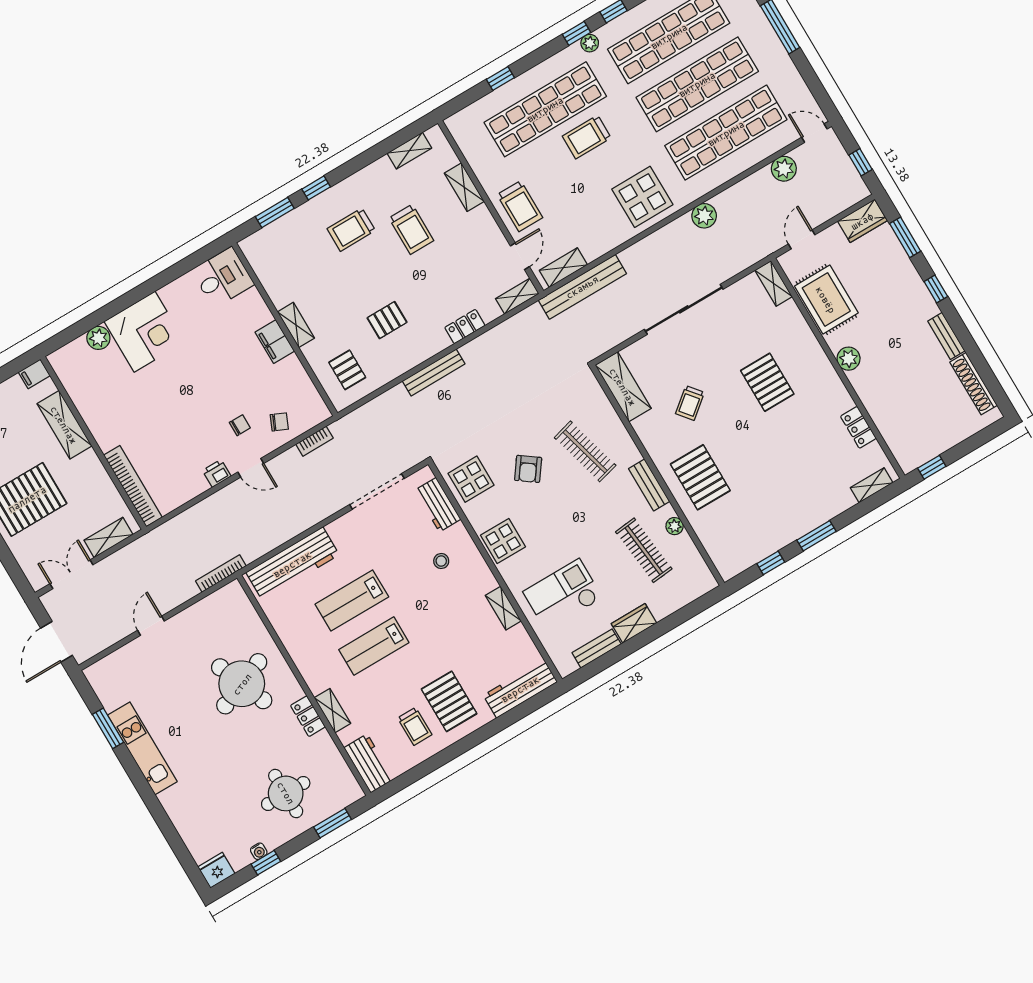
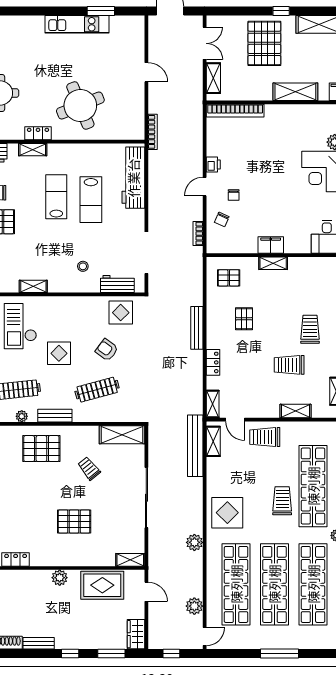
display table: (503, 541) -> (59, 353), moved
checkout: (563, 595) -> (20, 326), turned 180
lab bench: (352, 601) -> (91, 200), turned 180

